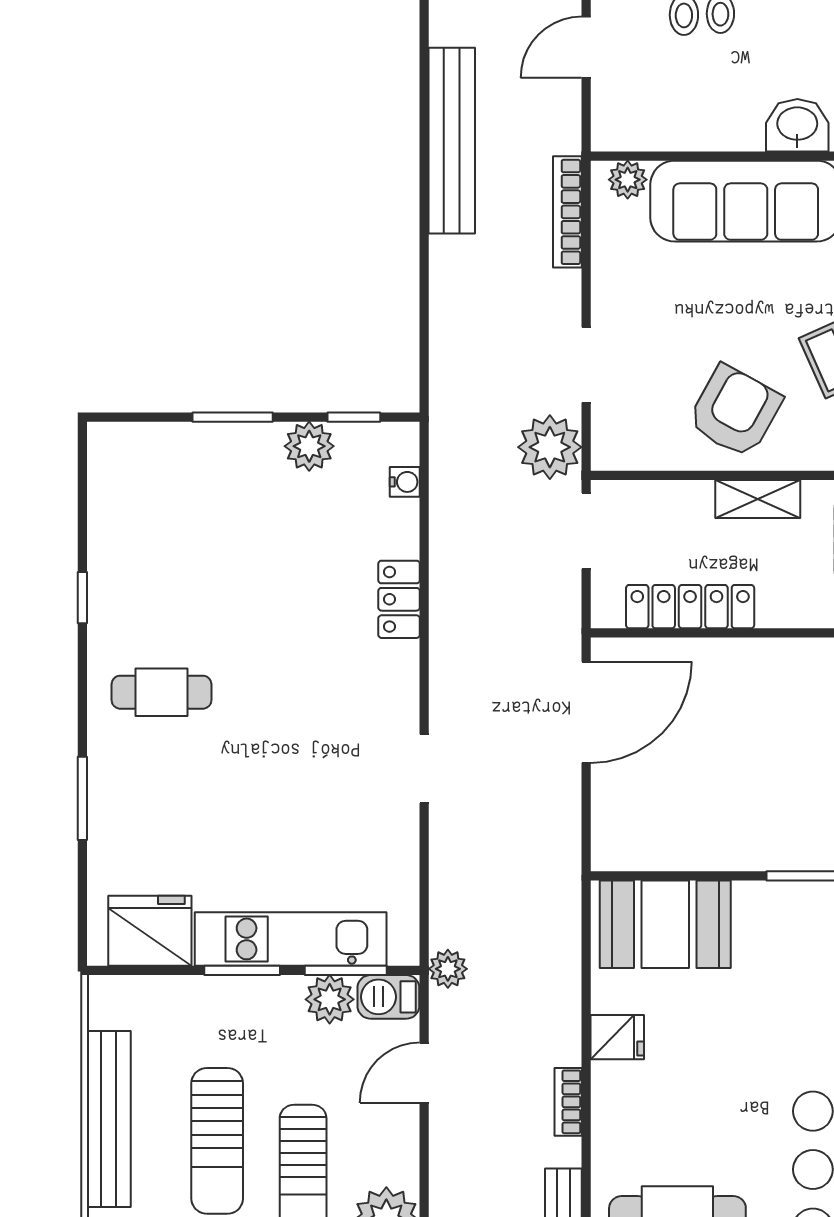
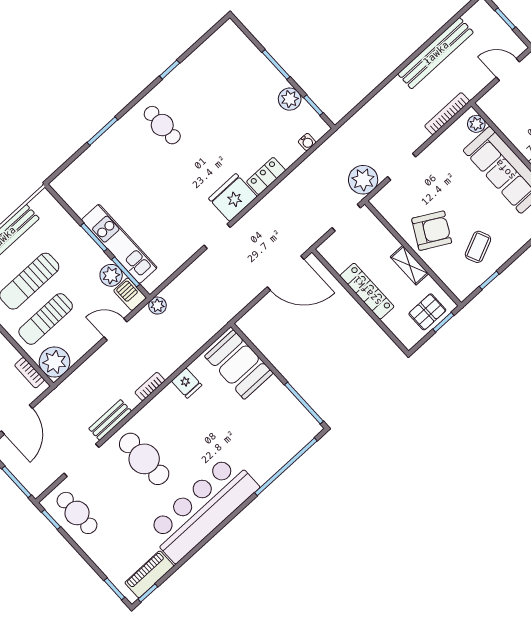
locker: (690, 607) -> (367, 291), moved
fridge: (150, 931) -> (233, 198), moved, turned -90

